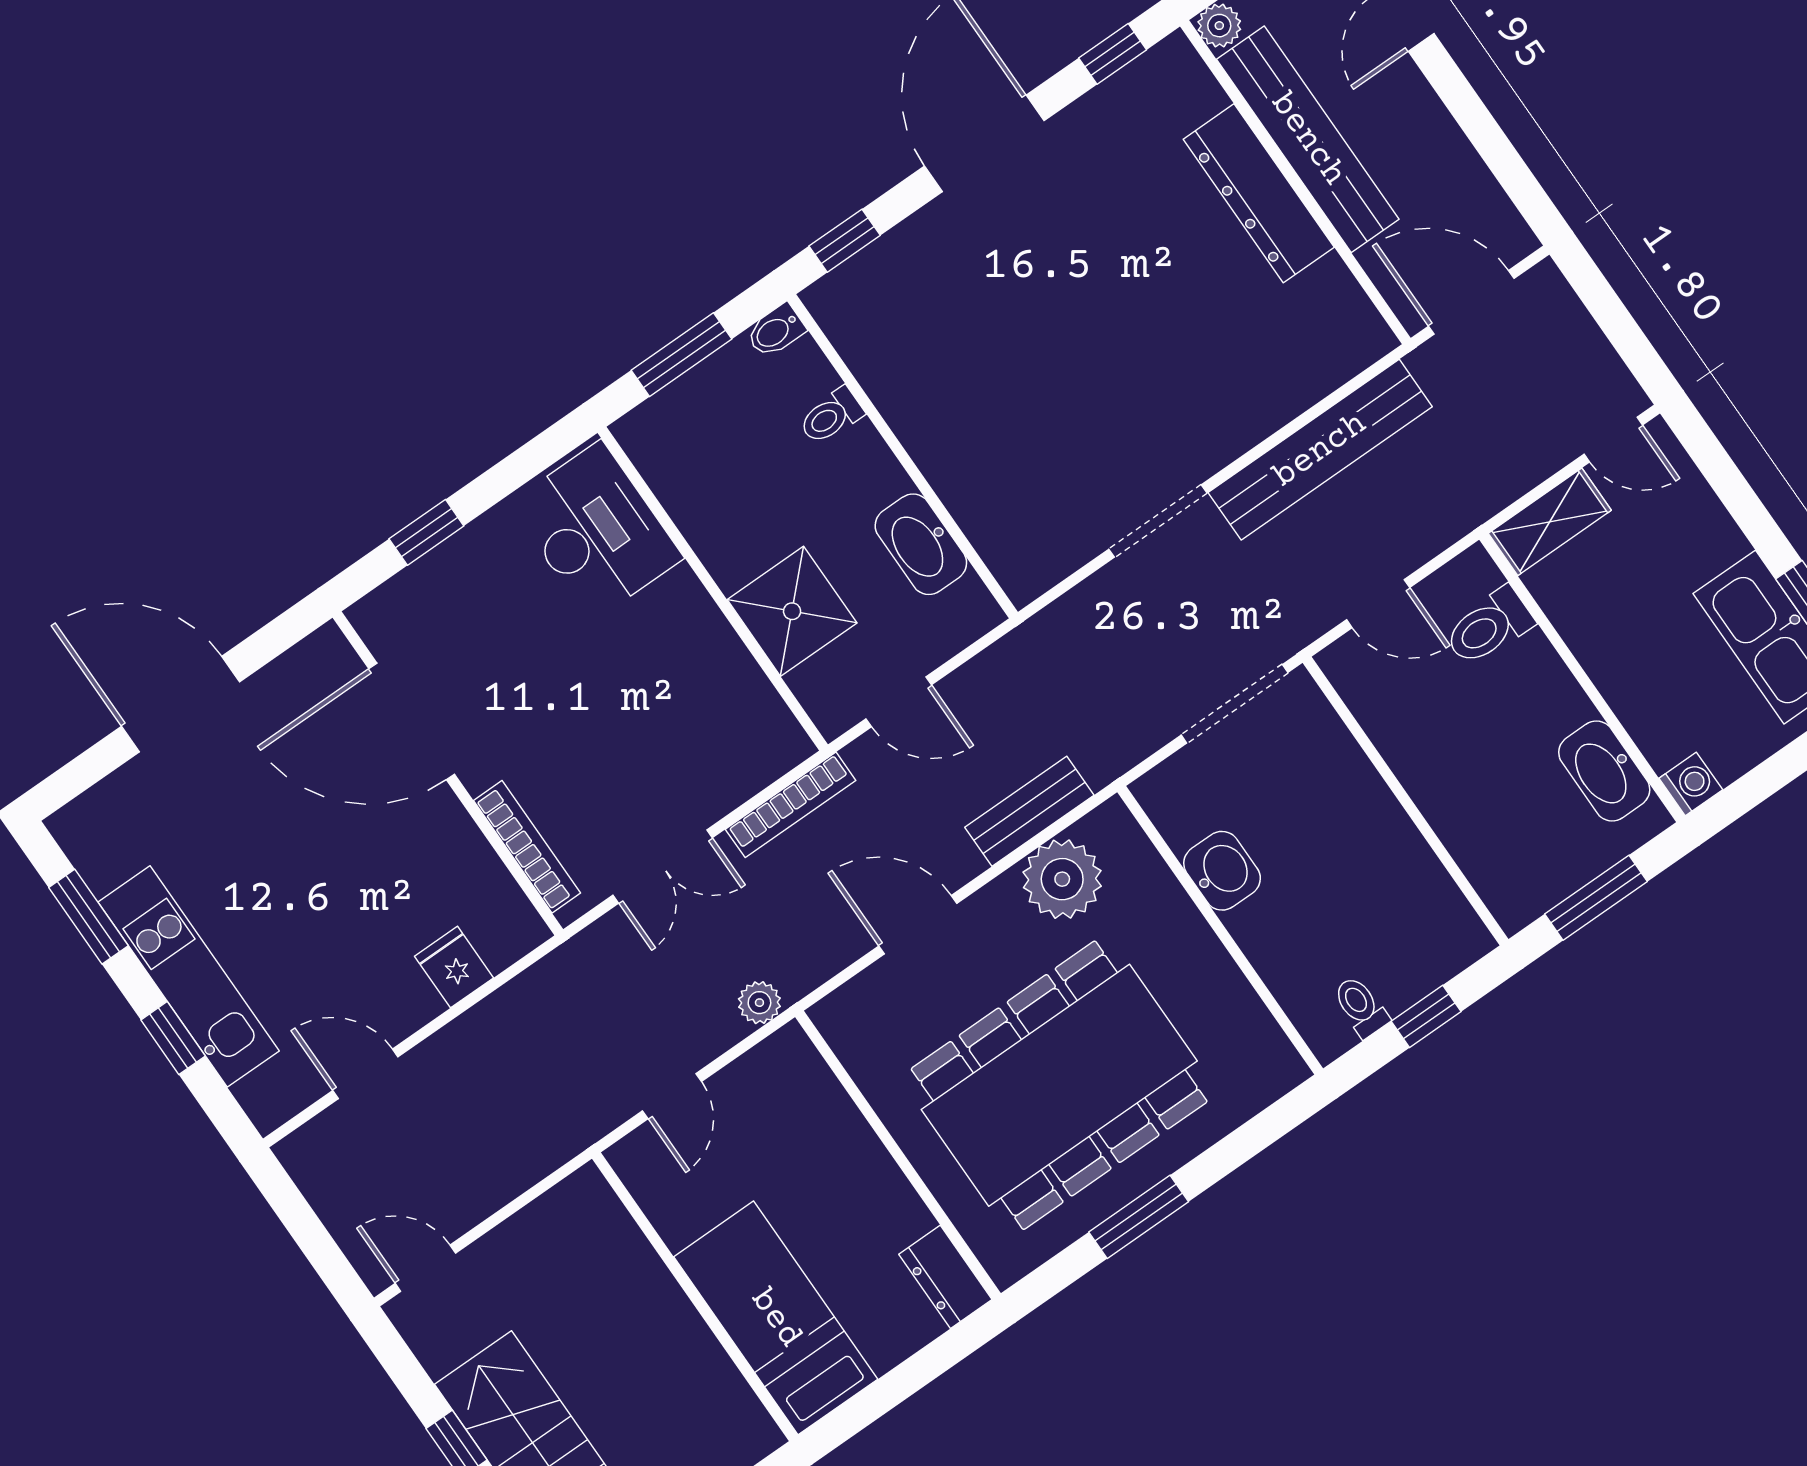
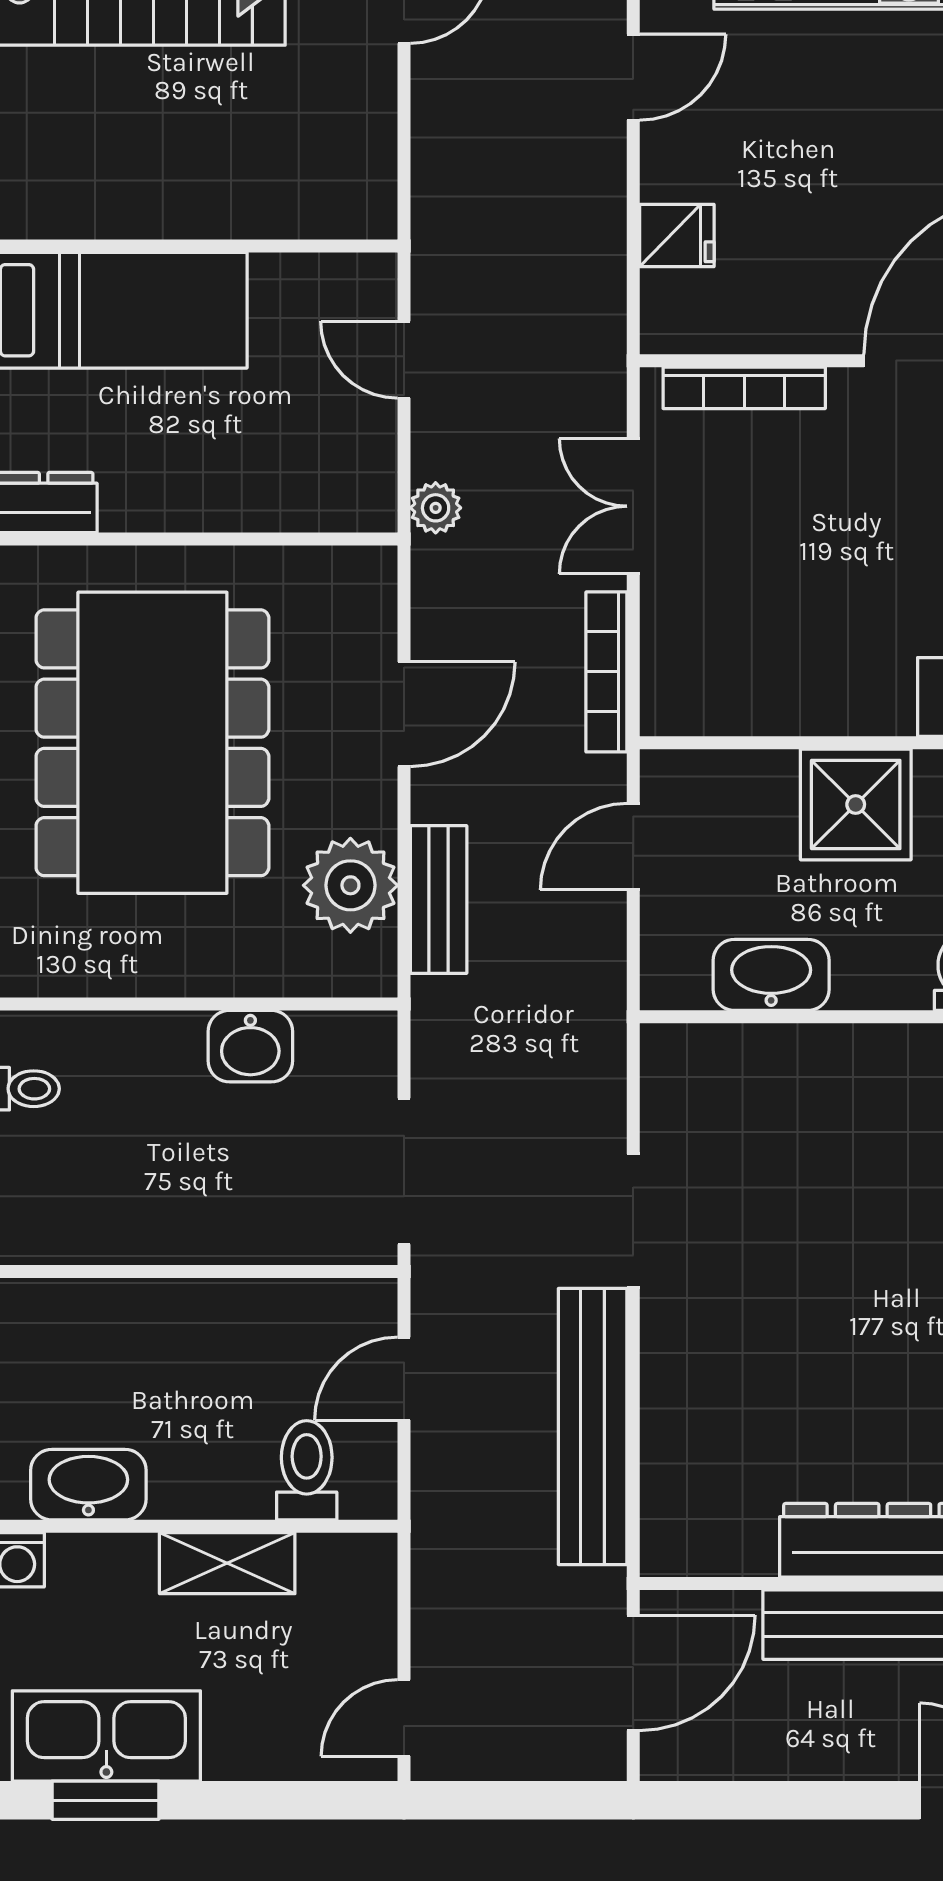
shelving: (1550, 522) -> (227, 1563), moved, turned 90
shower: (792, 611) -> (856, 804), moved

